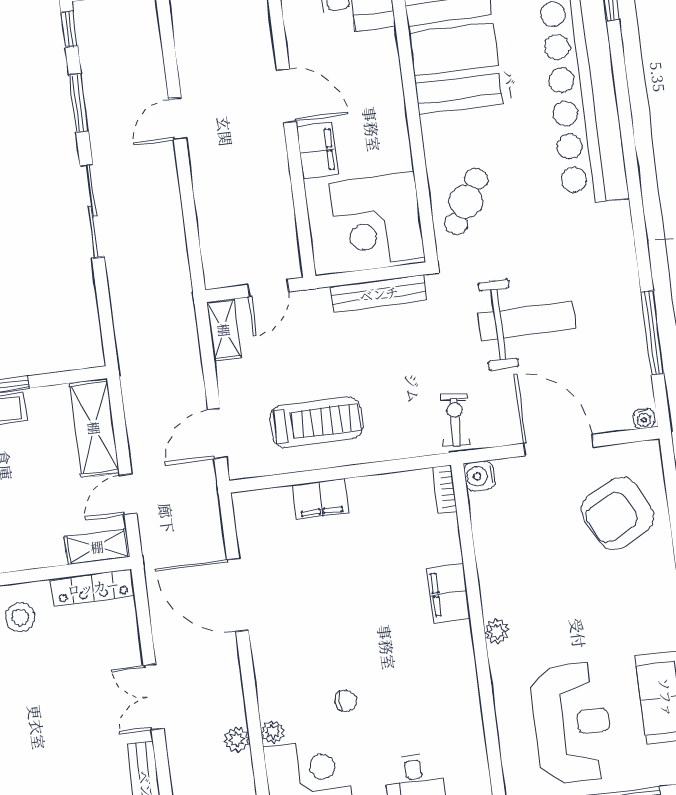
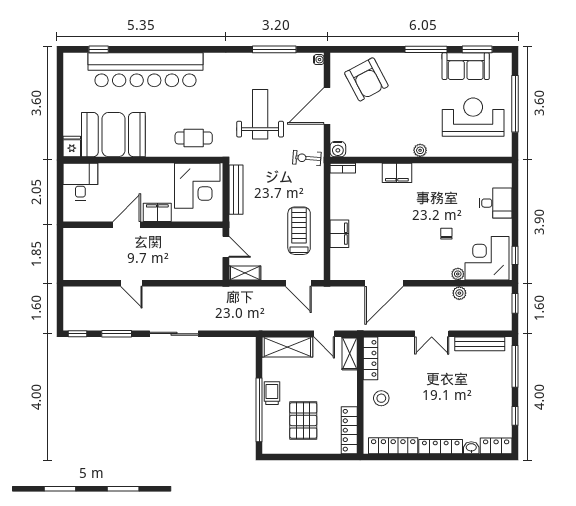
cafe table: (466, 201) -> (194, 138), turned -31

